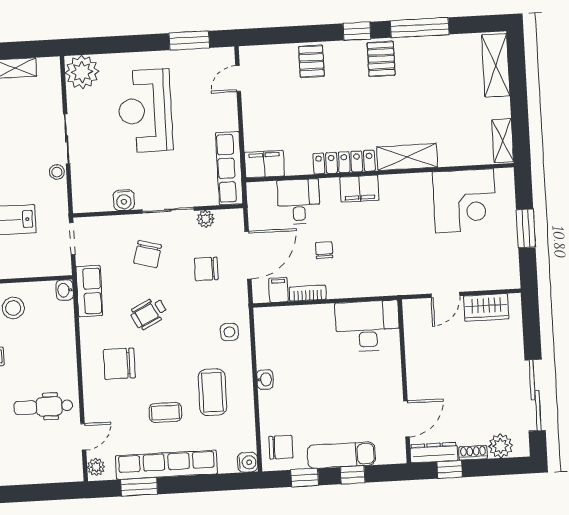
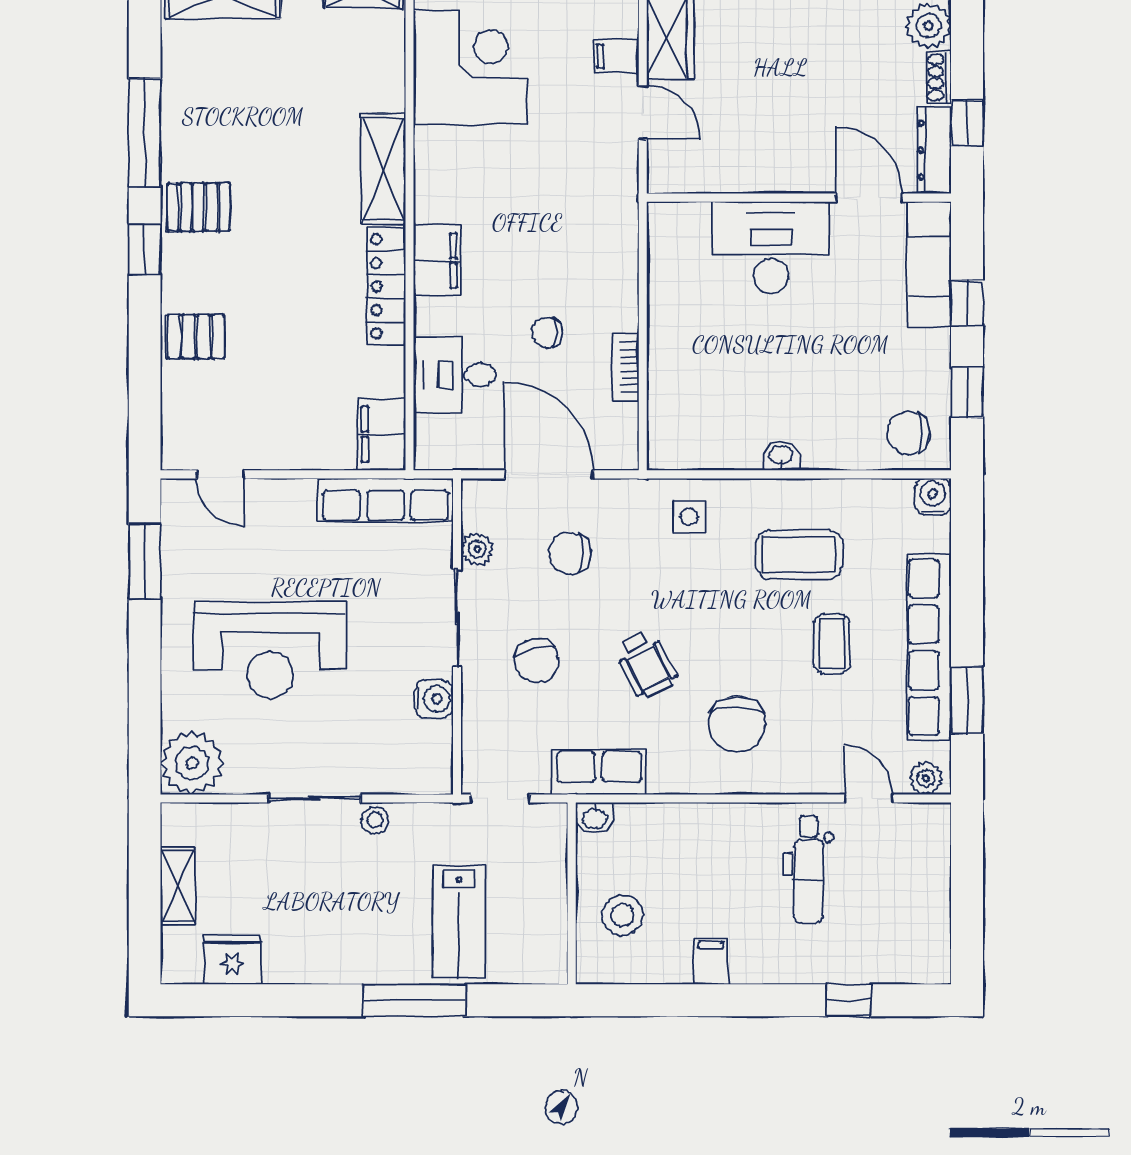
chair: (148, 254) -> (536, 660), turned 63
chair: (206, 269) -> (570, 553), turned 90
filing cabinet: (278, 290) -> (616, 56), moved
desk: (368, 326) -> (771, 247), moved, turned 90
chair: (281, 447) -> (908, 433), turned -90
exam couch: (341, 455) -> (929, 265), moved

